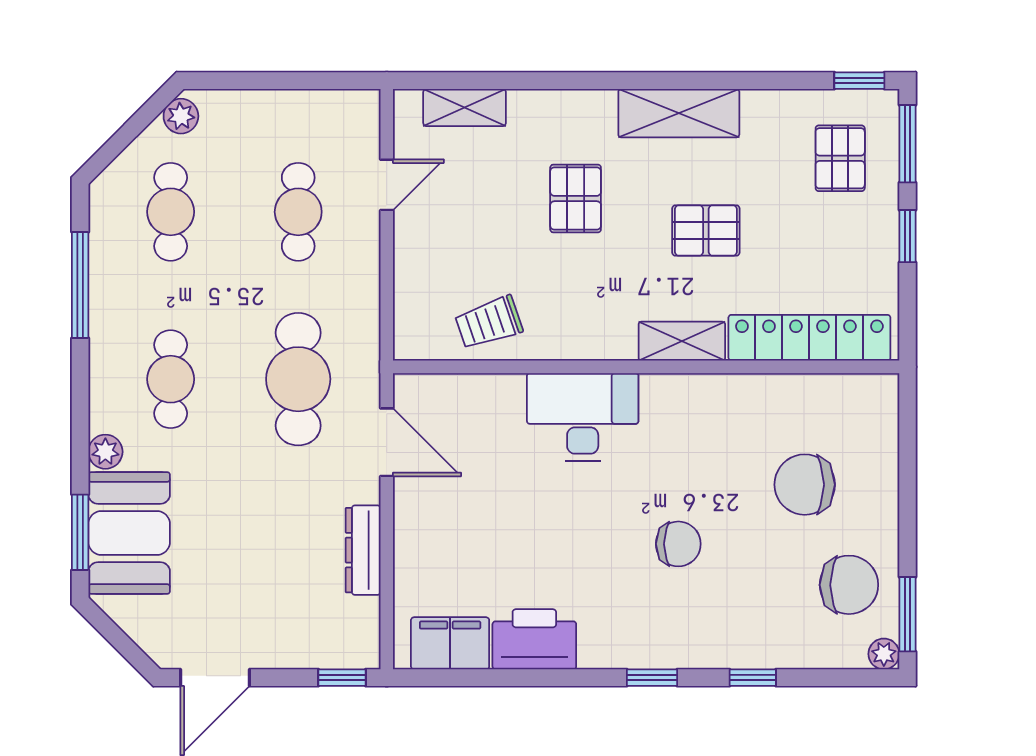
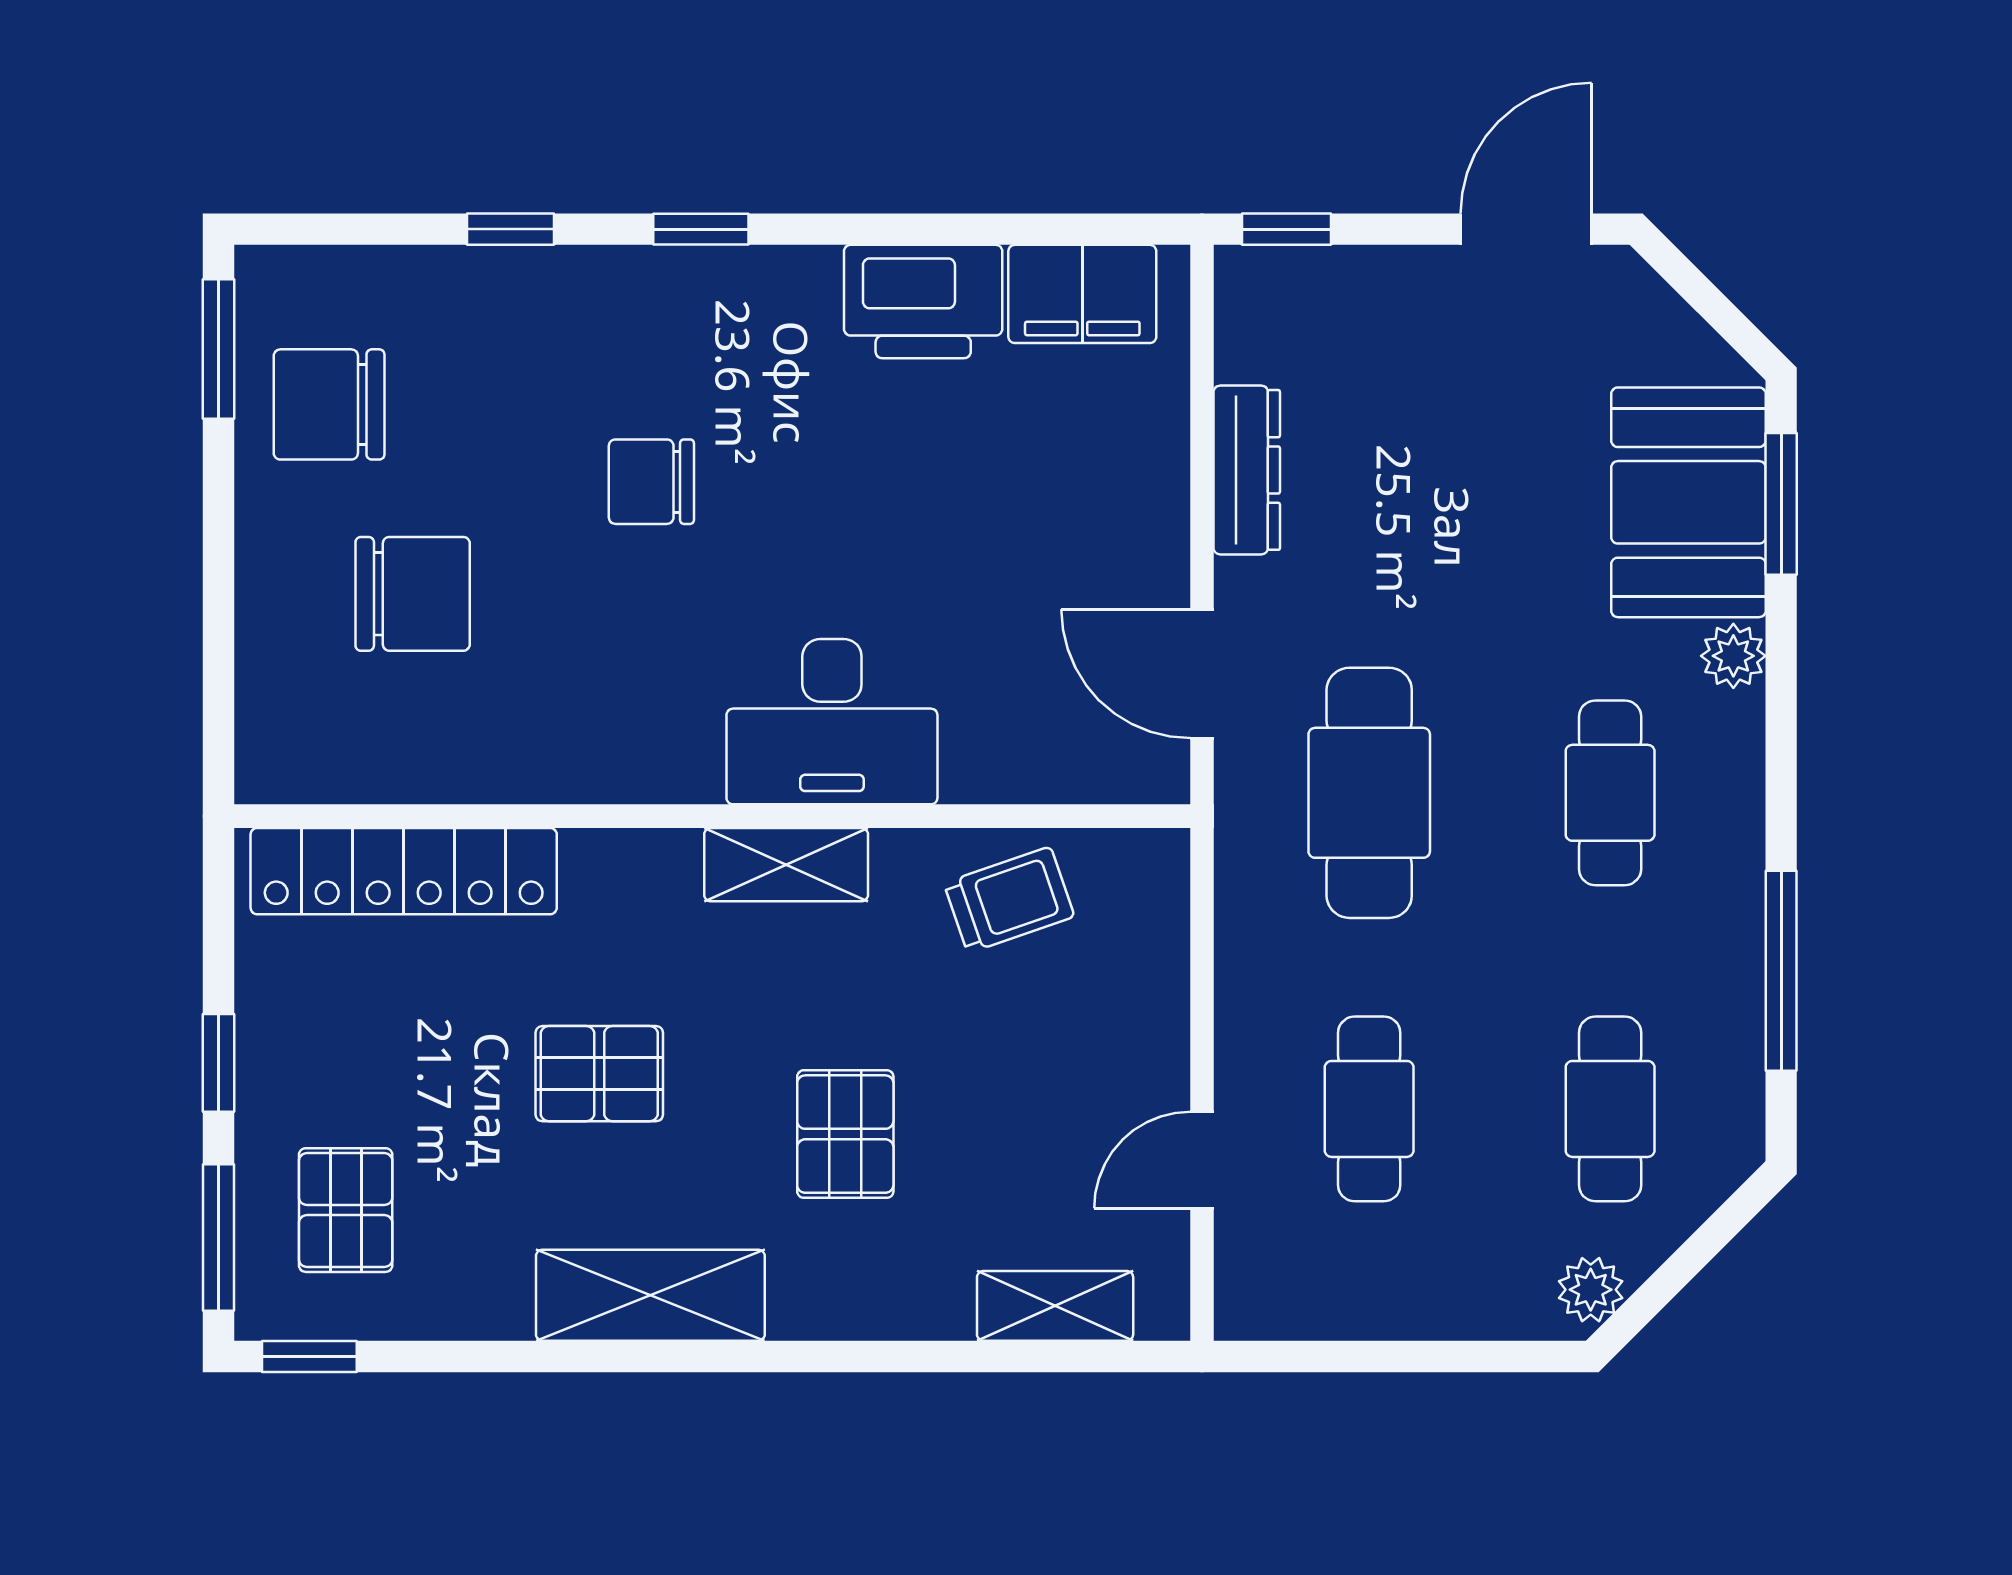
shelving: (682, 341) -> (786, 865), moved
plant: (884, 654) -> (263, 274), removed

